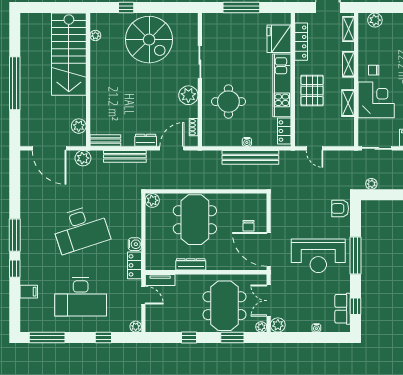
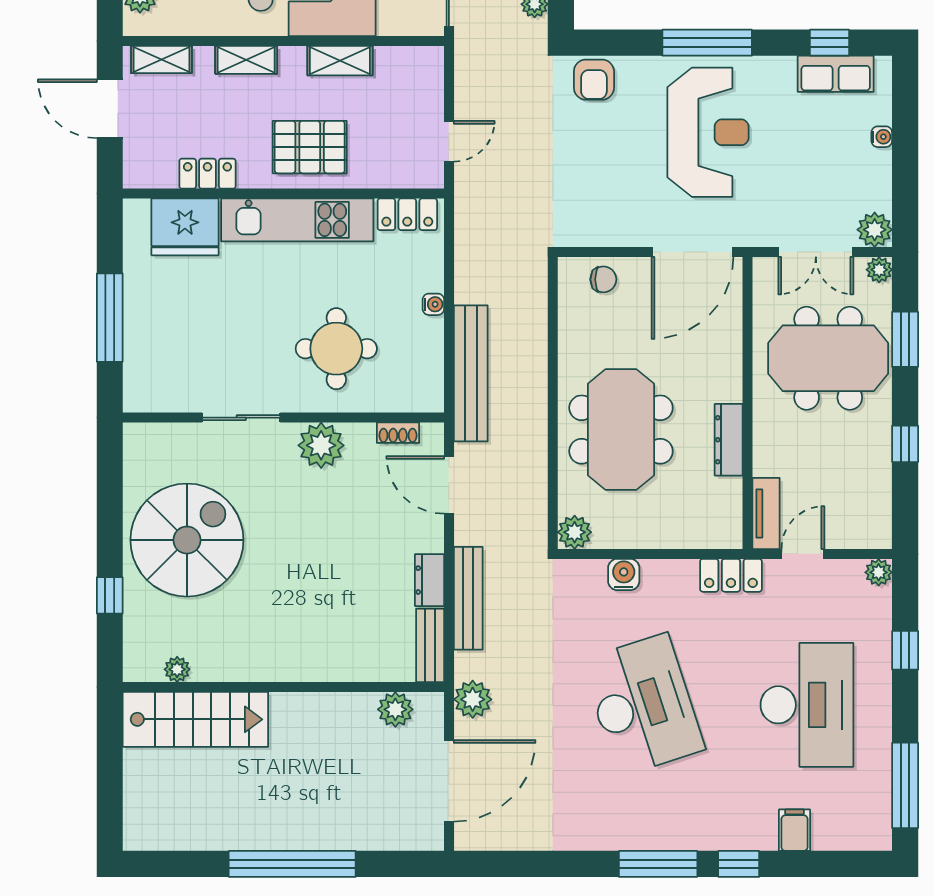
locker: (301, 42) -> (207, 174), width x0.66
stairs: (69, 54) -> (195, 719), width x0.73, depth x0.66
dresser: (146, 140) -> (430, 580), moved
bench: (250, 157) -> (471, 373), moved
meeting table: (195, 220) -> (621, 430), turned 90
chair: (249, 226) -> (603, 279), moved
water cooler: (135, 244) -> (624, 574), moved

